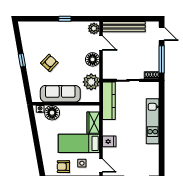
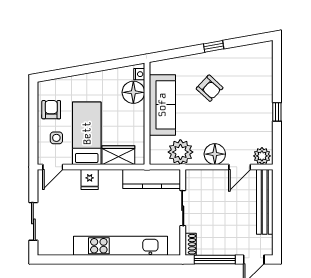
kitchen unit: (153, 121) -> (120, 246), width x1.36

